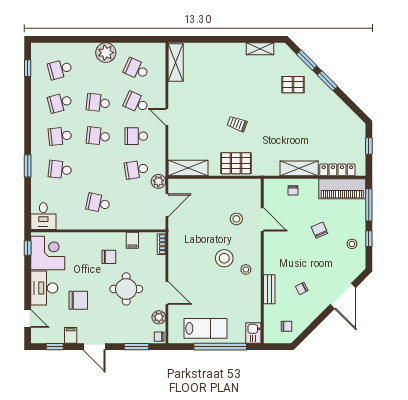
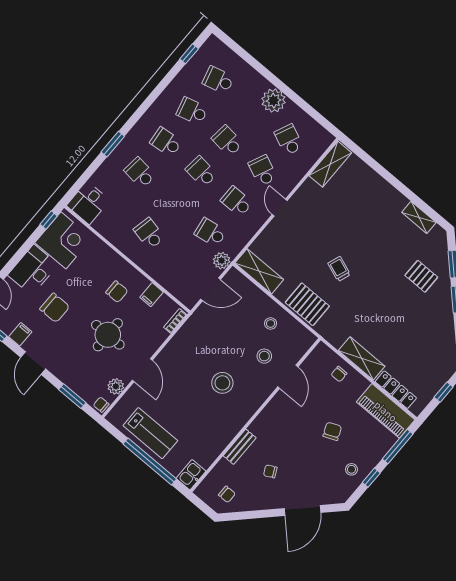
stool: (246, 269) -> (271, 323), moved

